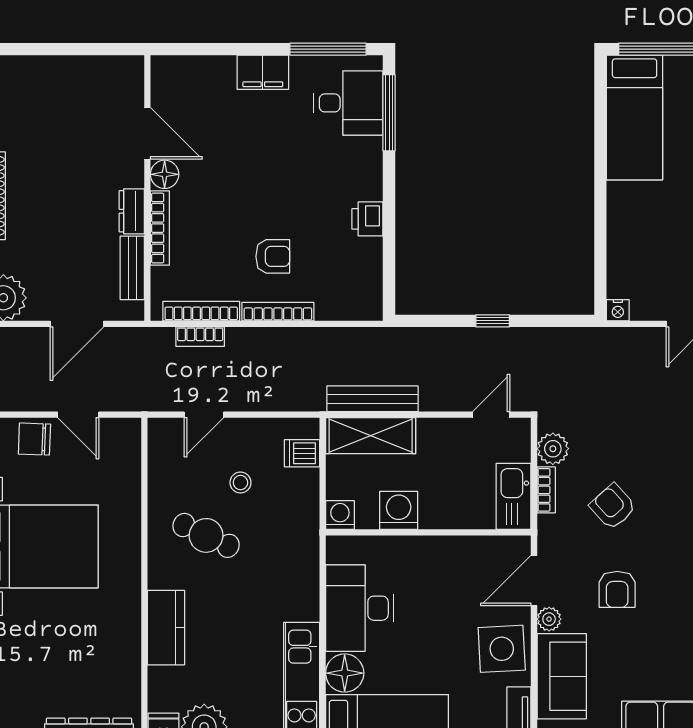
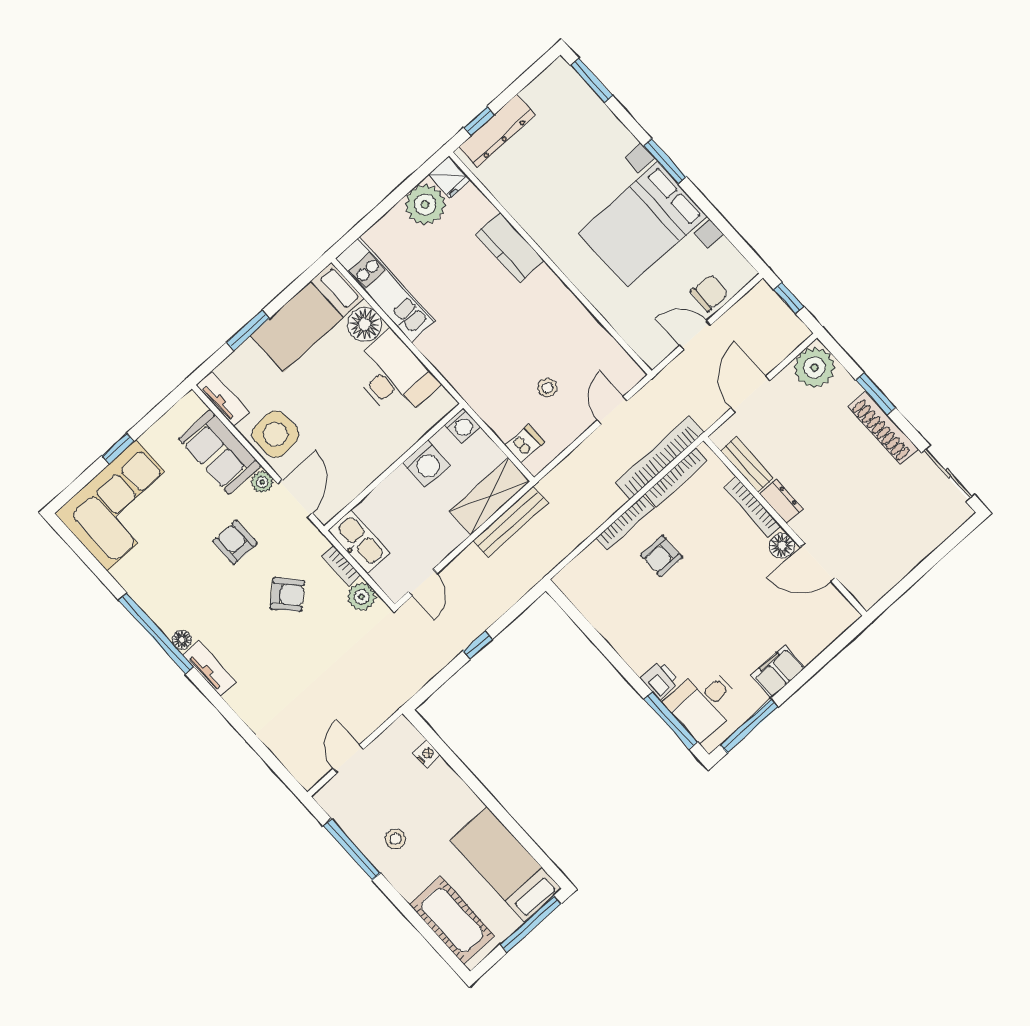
printer: (367, 219) -> (660, 680), moved
nightstand: (618, 310) -> (427, 754), moved, turned 90
bookcase: (200, 337) -> (660, 458), width x2.31, depth x1.31
cafe table: (206, 535) -> (538, 332), removed

